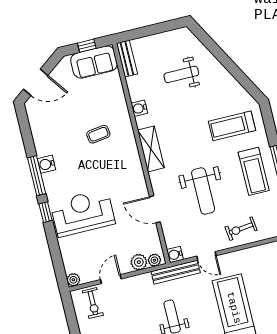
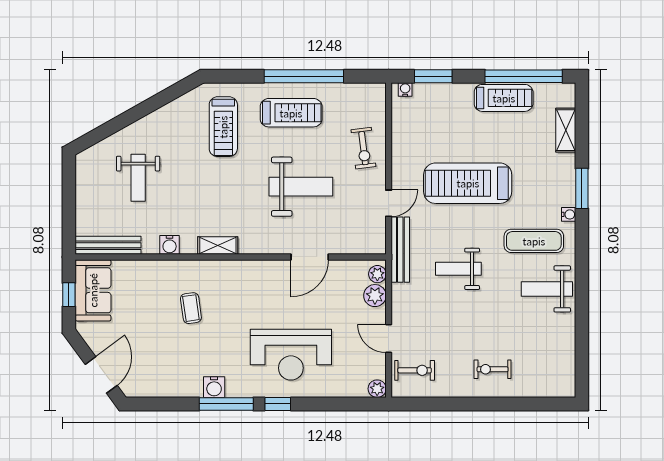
bench: (127, 59) -> (108, 245), width x1.36
shelving: (151, 149) -> (218, 246), width x0.67, depth x0.75
reception desk: (83, 213) -> (291, 355), turned -90
water cooler: (175, 255) -> (377, 245), removed

